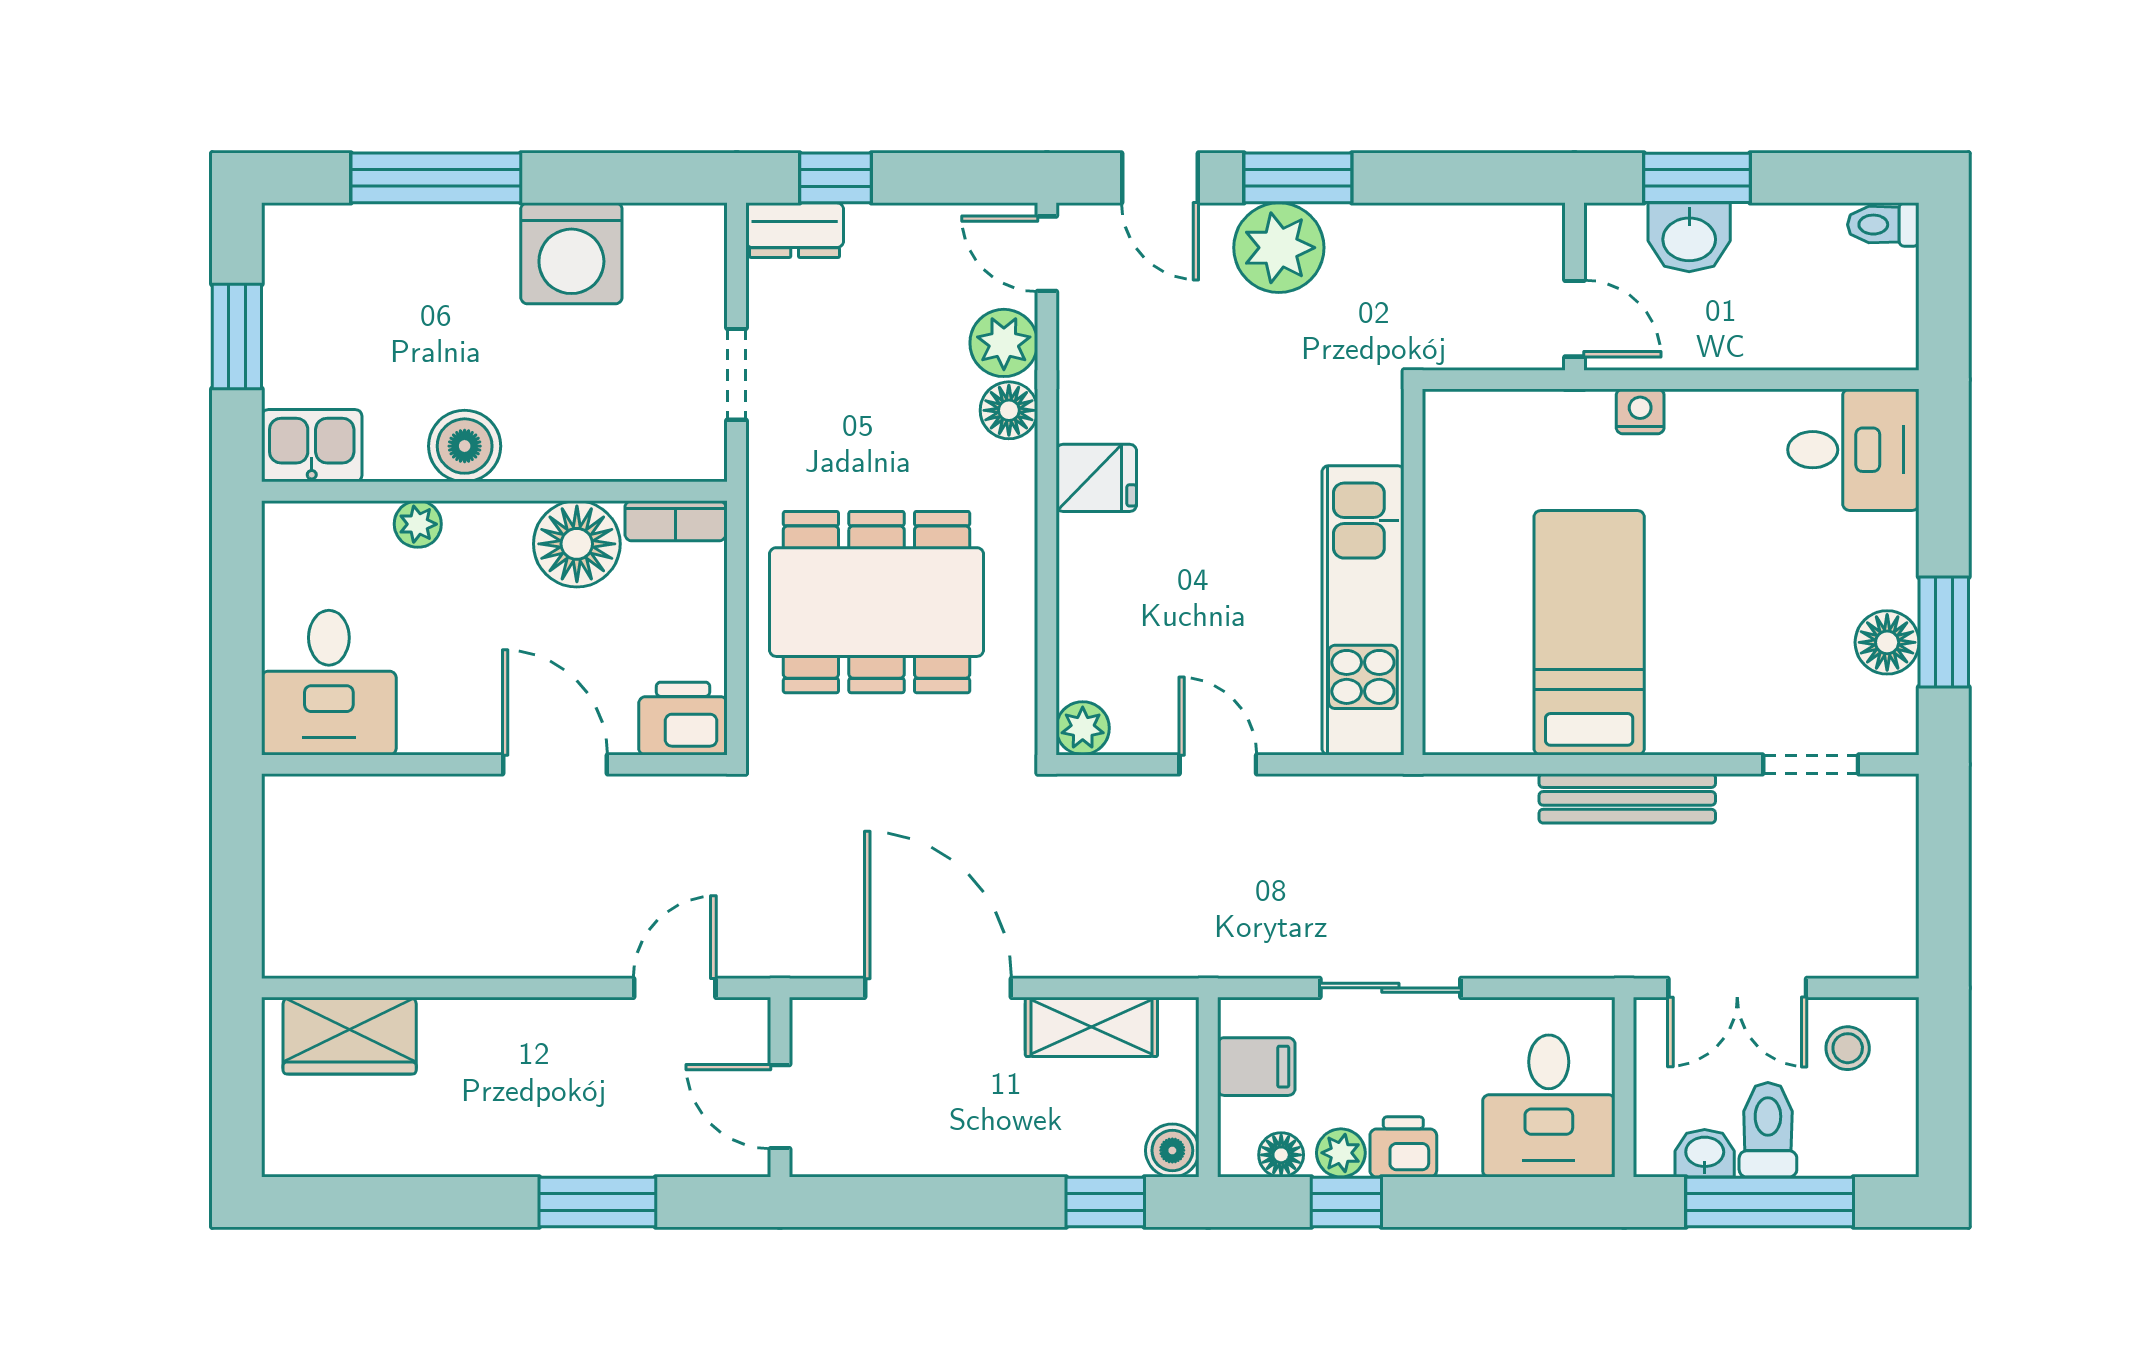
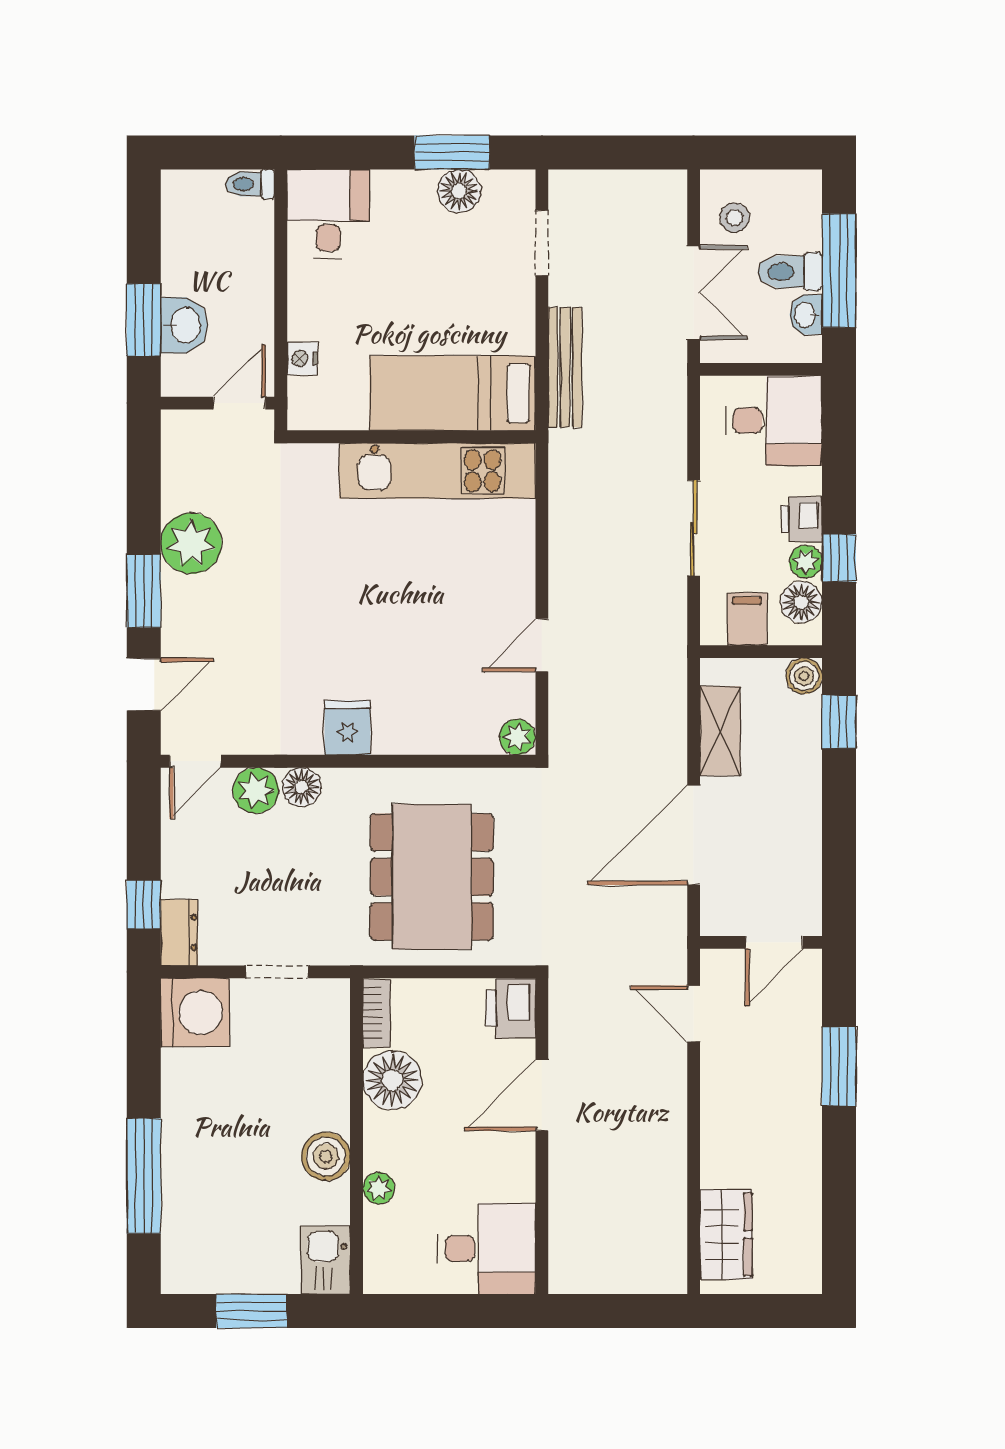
toilet: (1883, 225) -> (250, 184), moved, turned 90
plant: (1279, 248) -> (191, 543), moved
washing machine: (571, 253) -> (195, 1012), moved
wall: (1413, 572) -> (411, 437), moved
kitchen unit: (1363, 610) -> (437, 471), moved
floor lamp: (1281, 1155) -> (801, 602), width x1.37, depth x1.37

